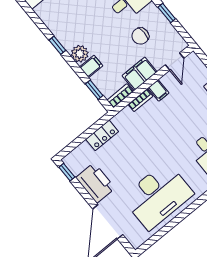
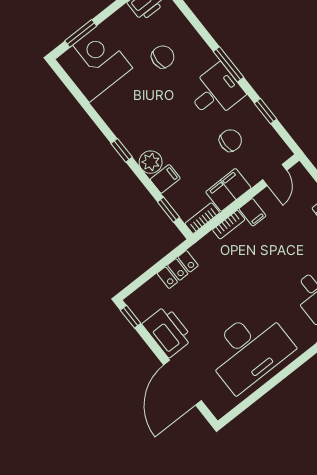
chair: (140, 36) -> (230, 141), turned 180

